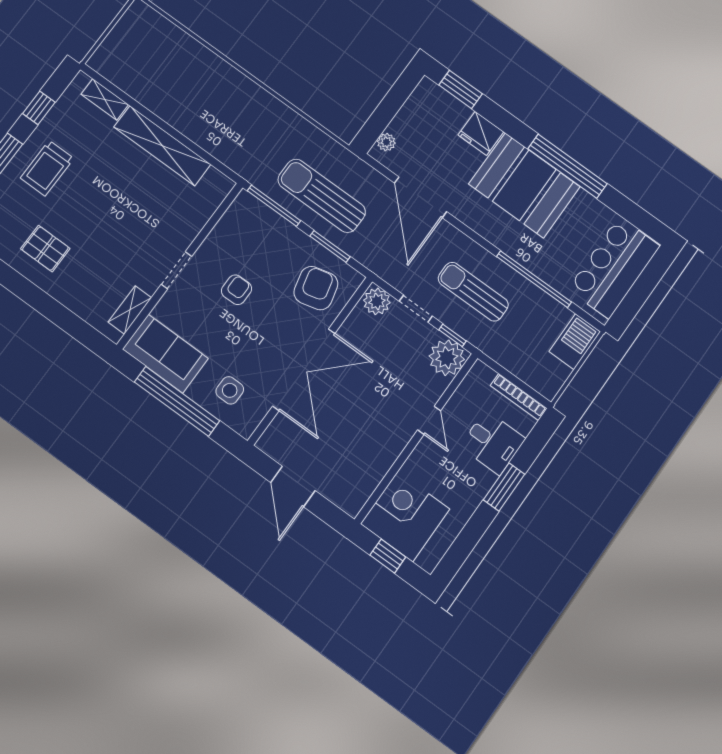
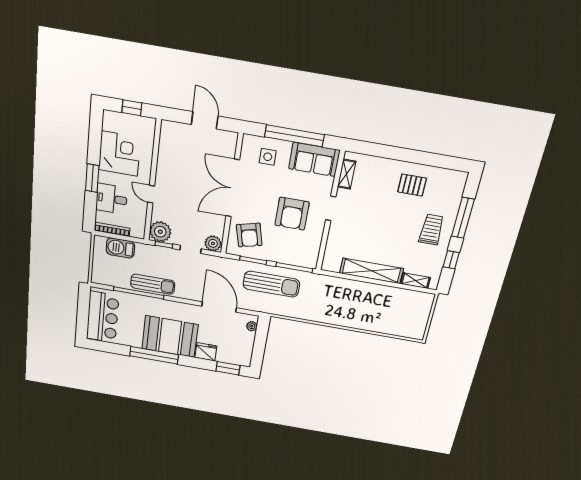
armchair: (237, 290) -> (292, 214), width x1.88, depth x1.88
sun lounger: (473, 292) -> (153, 284), moved
barbecue: (575, 342) -> (120, 248), moved, turned 90
corner desk: (405, 516) -> (120, 154), moved, turned -90

